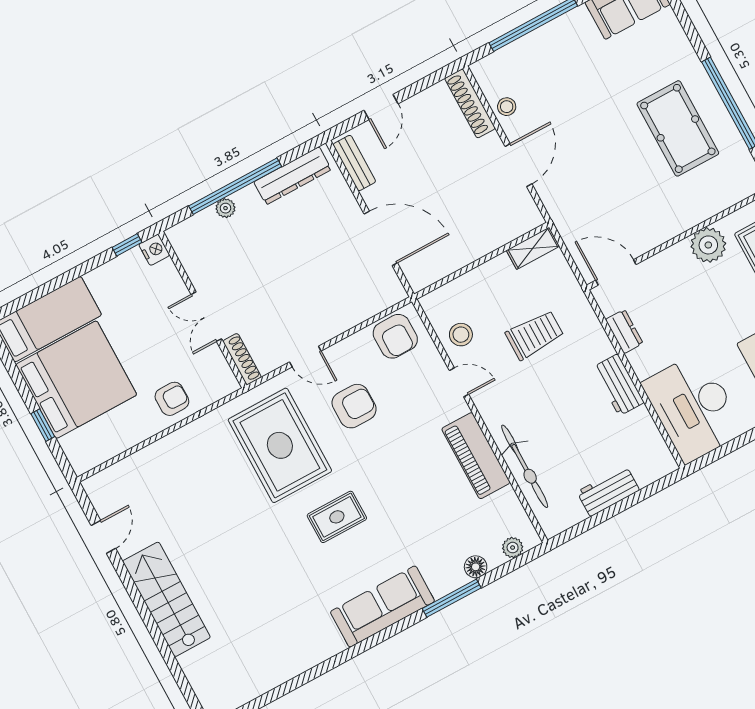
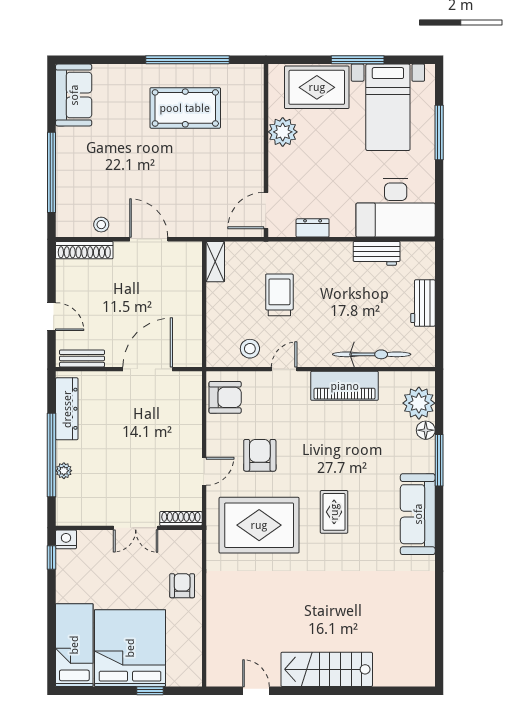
workbench: (618, 385) -> (377, 253), moved
plant: (513, 548) -> (419, 403), width x1.88, depth x1.88

